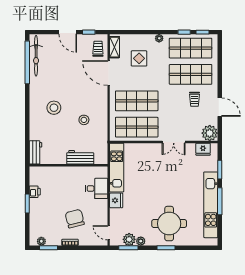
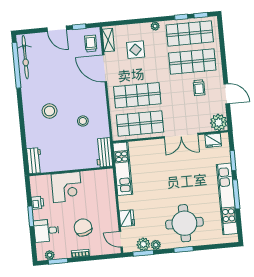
double door: (174, 142) -> (181, 136), width x1.37
workbench: (80, 157) -> (104, 152), moved, turned -90
corner desk: (63, 180) -> (67, 187), added
desk: (97, 188) -> (46, 231), moved, turned 180
fridge: (116, 200) -> (127, 218), moved

